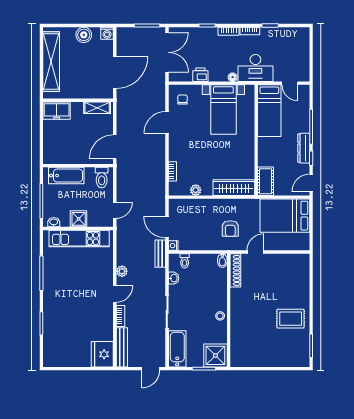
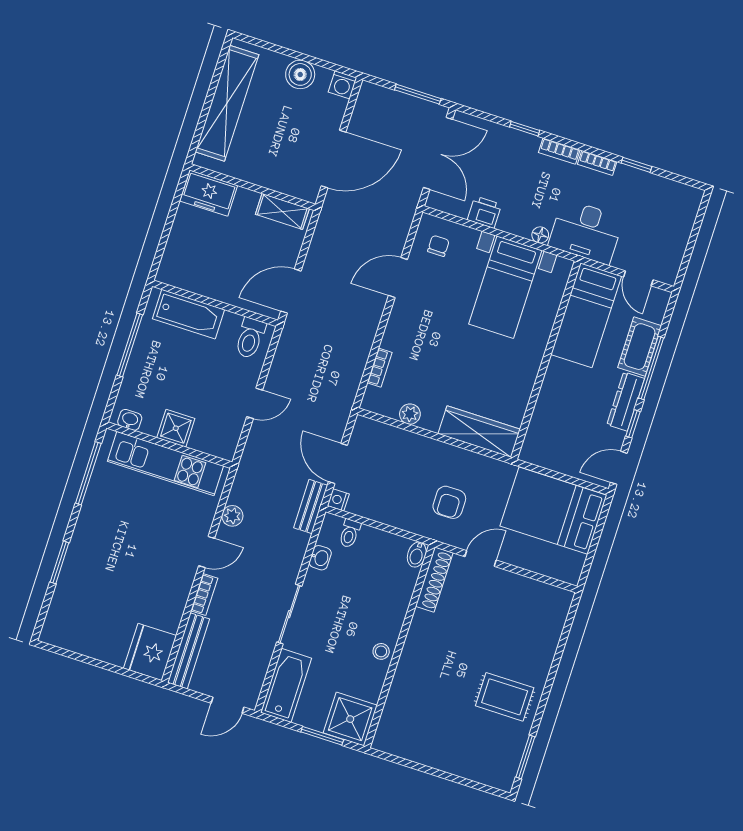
cot: (265, 181) -> (640, 347), moved
shower: (79, 219) -> (176, 428), moved
washbasin: (54, 222) -> (130, 420), moved
wall: (78, 228) -> (169, 445), moved
kitchen unit: (79, 239) -> (165, 464), moved

